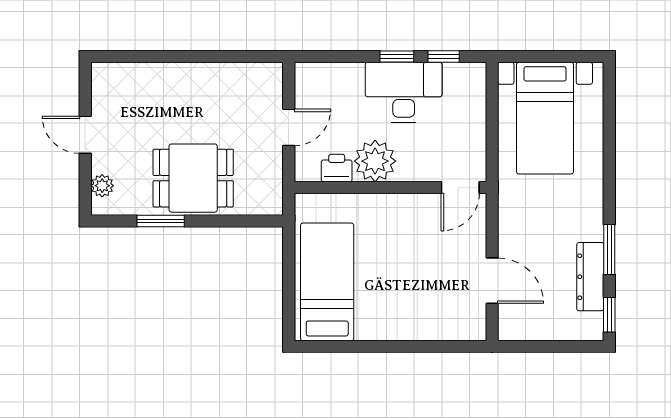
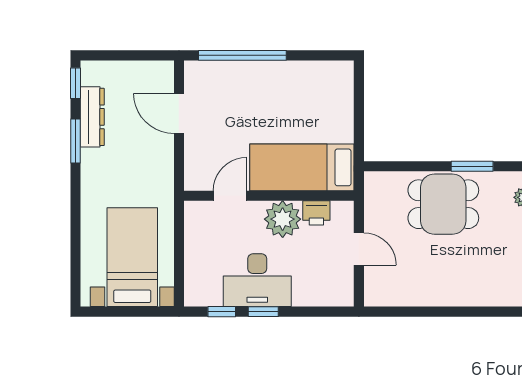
door: (289, 127) -> (359, 249), swing flipped
door: (460, 188) -> (230, 196), moved
bed: (327, 282) -> (302, 167), moved, turned 90
window: (421, 346) -> (242, 55), added

